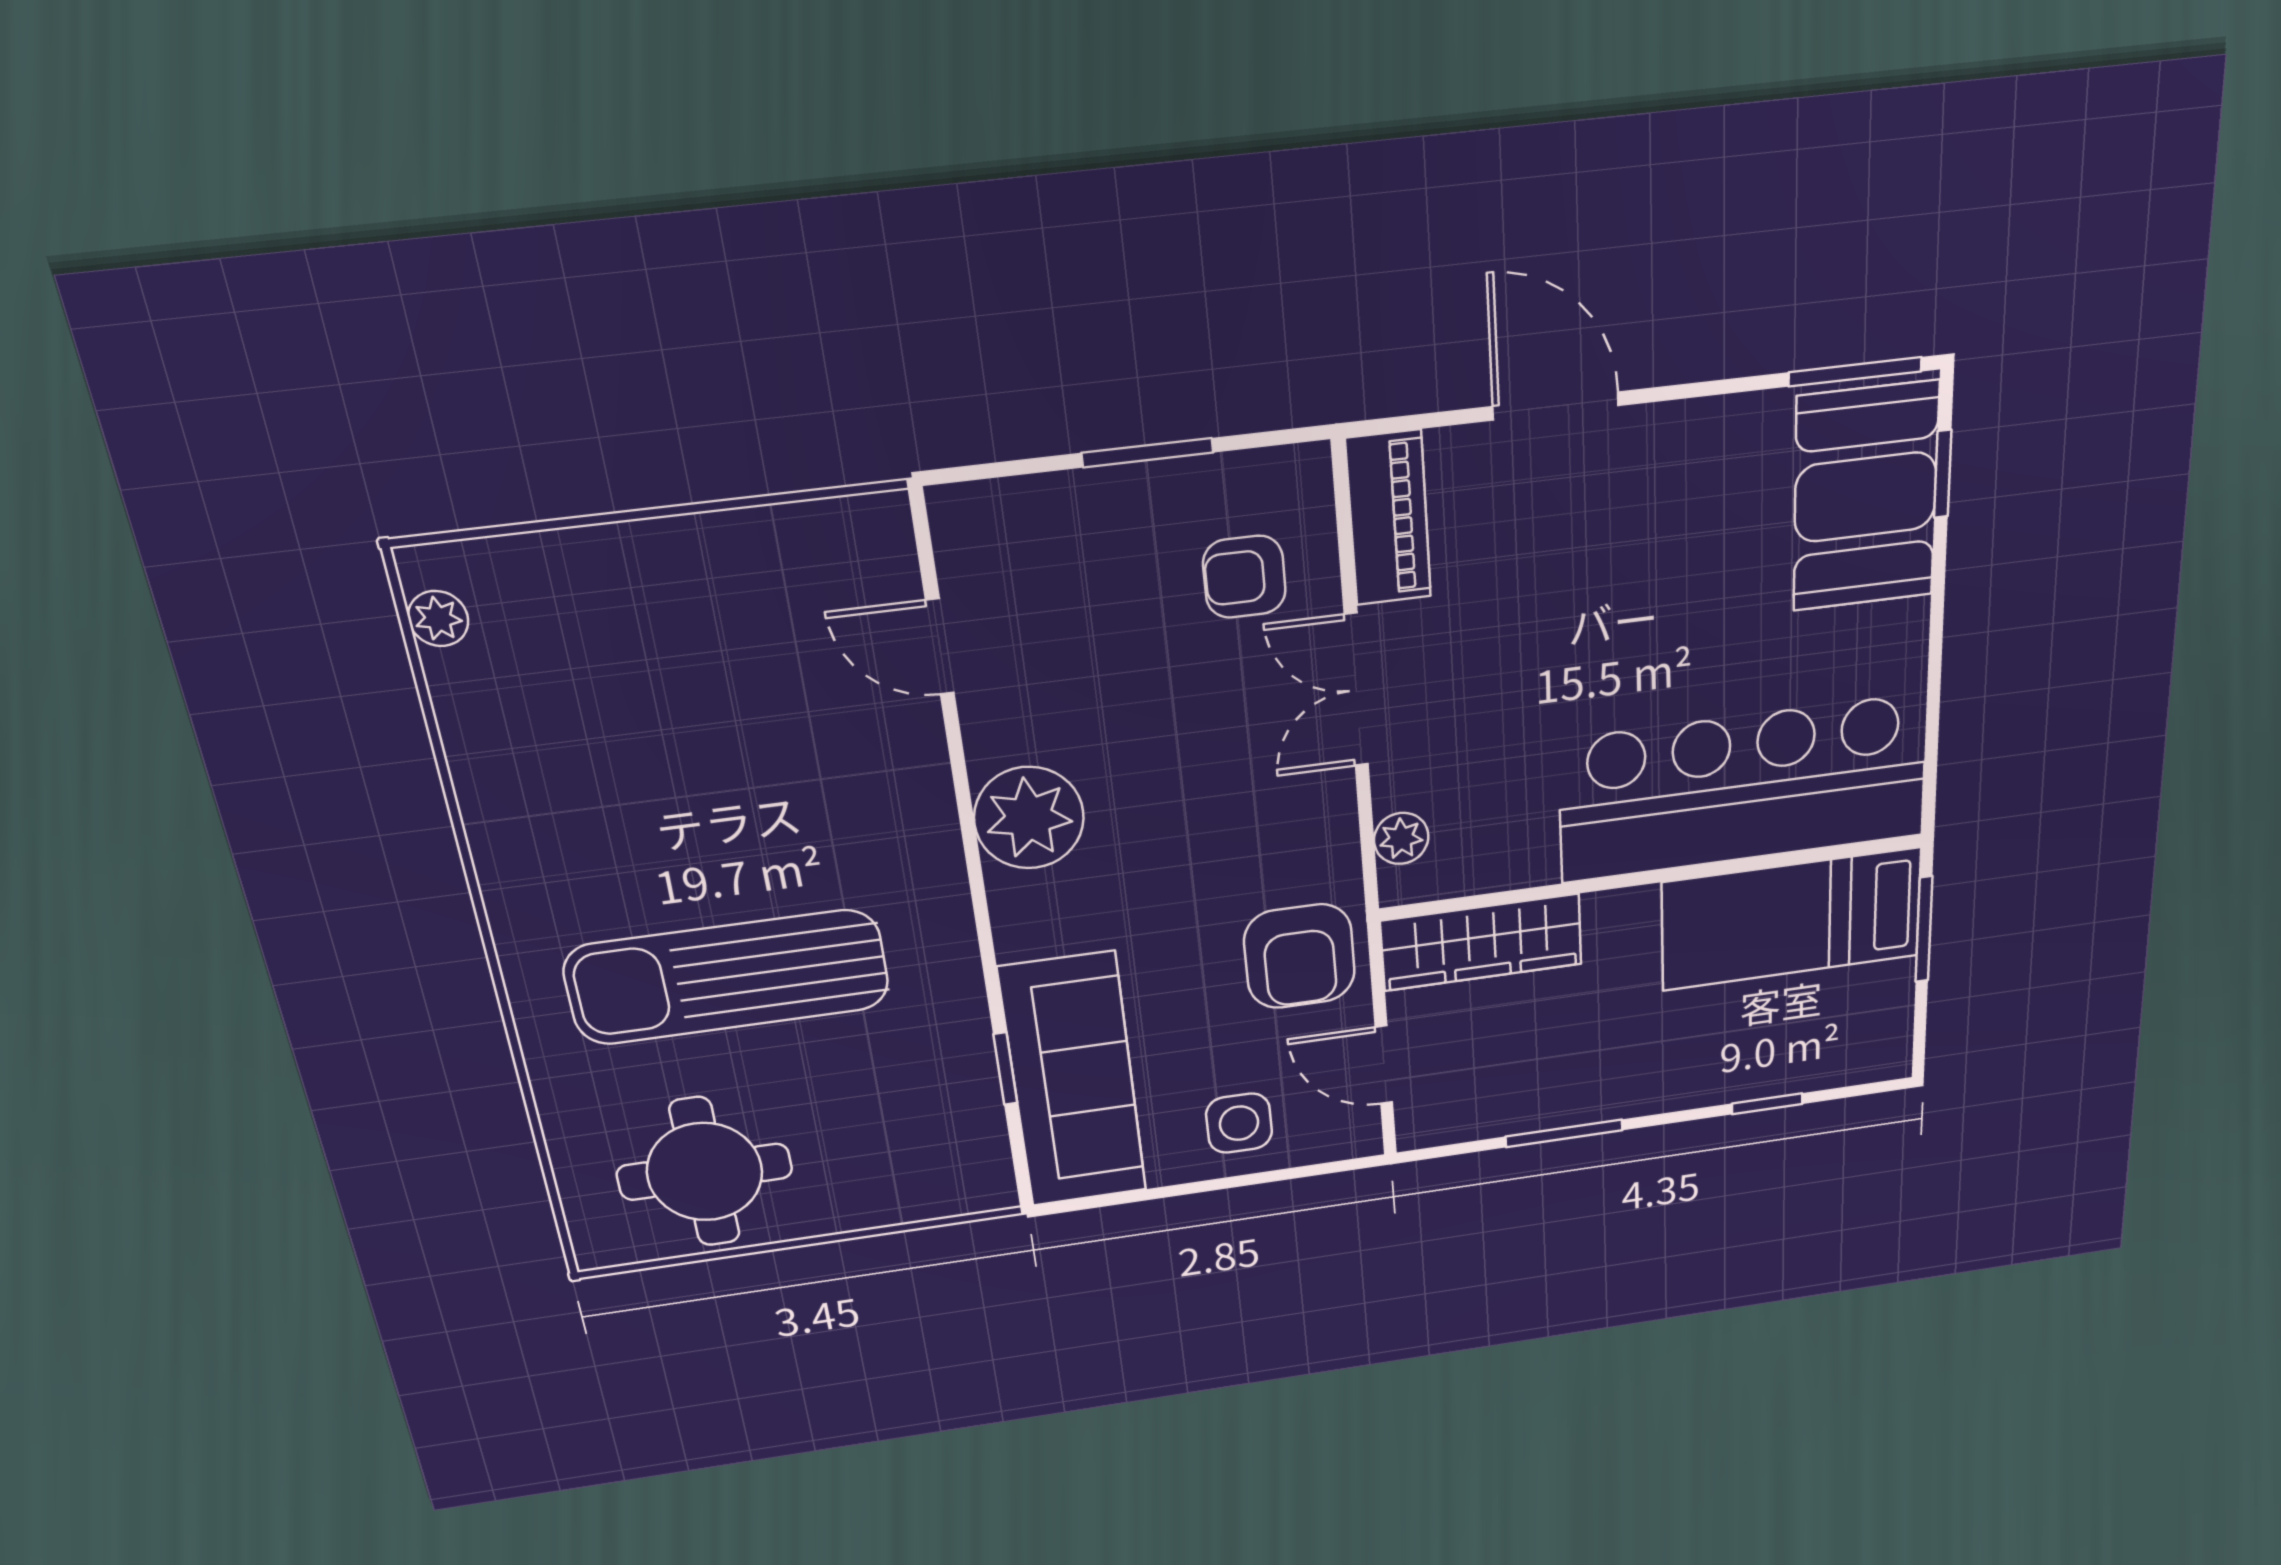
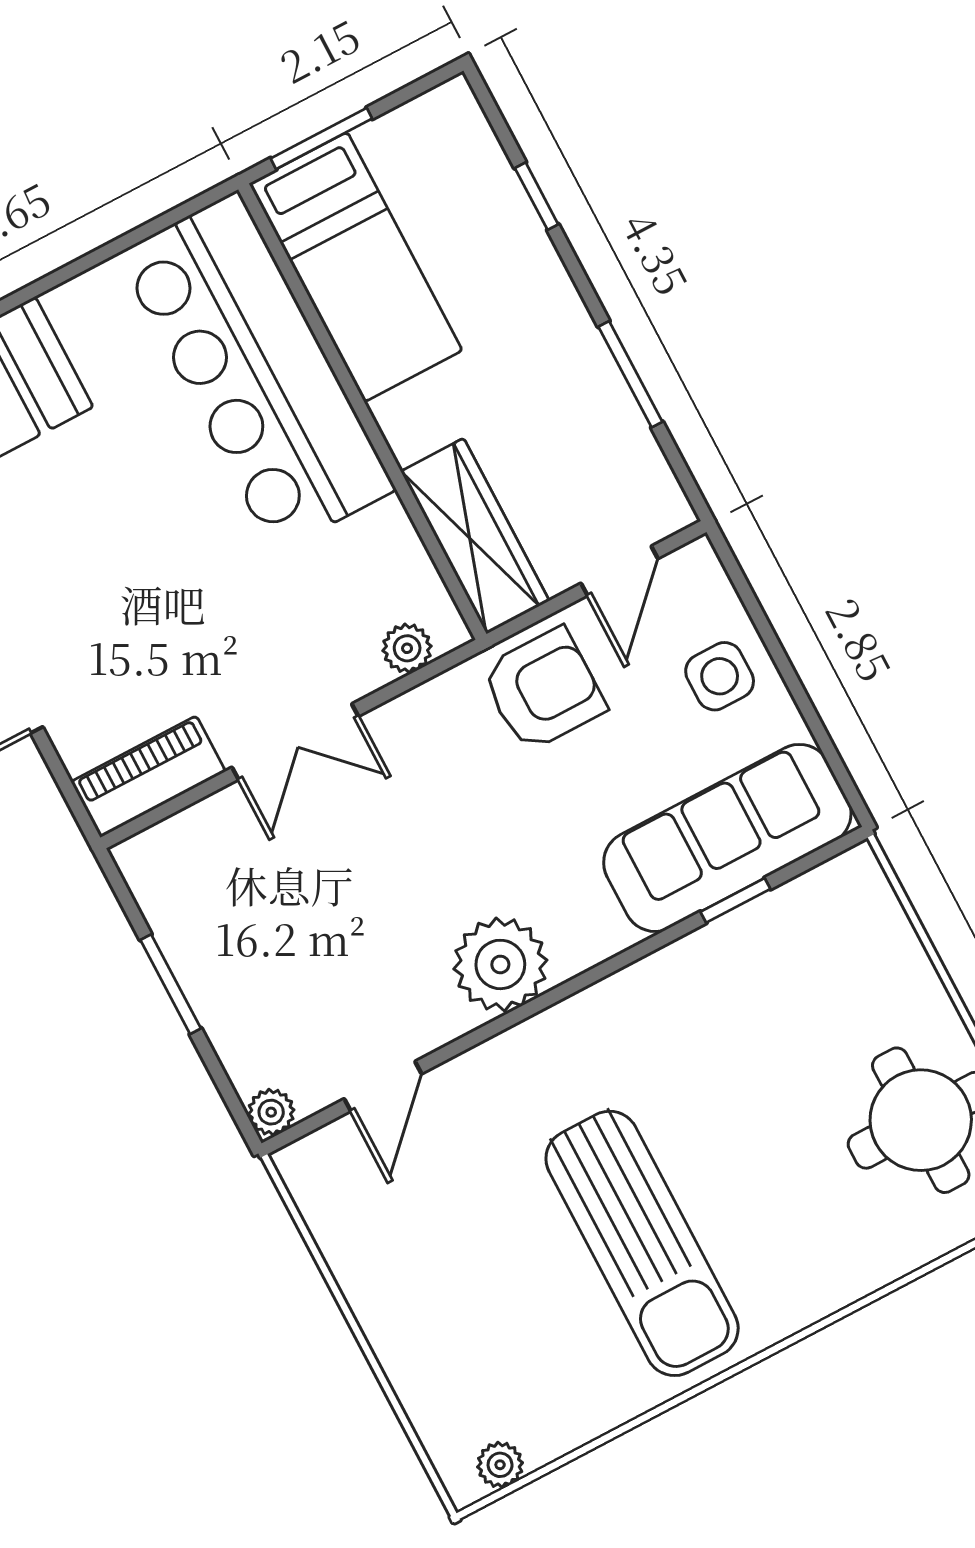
plant: (956, 511) -> (271, 1112), added
armchair: (1244, 577) -> (238, 871), removed
sun lounger: (727, 977) -> (642, 1243), moved

